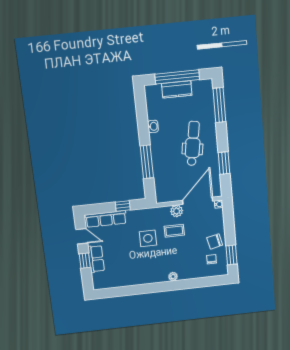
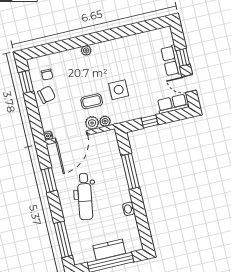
plant: (164, 211) -> (105, 121), added
row of seats: (106, 219) -> (172, 104), width x0.68

